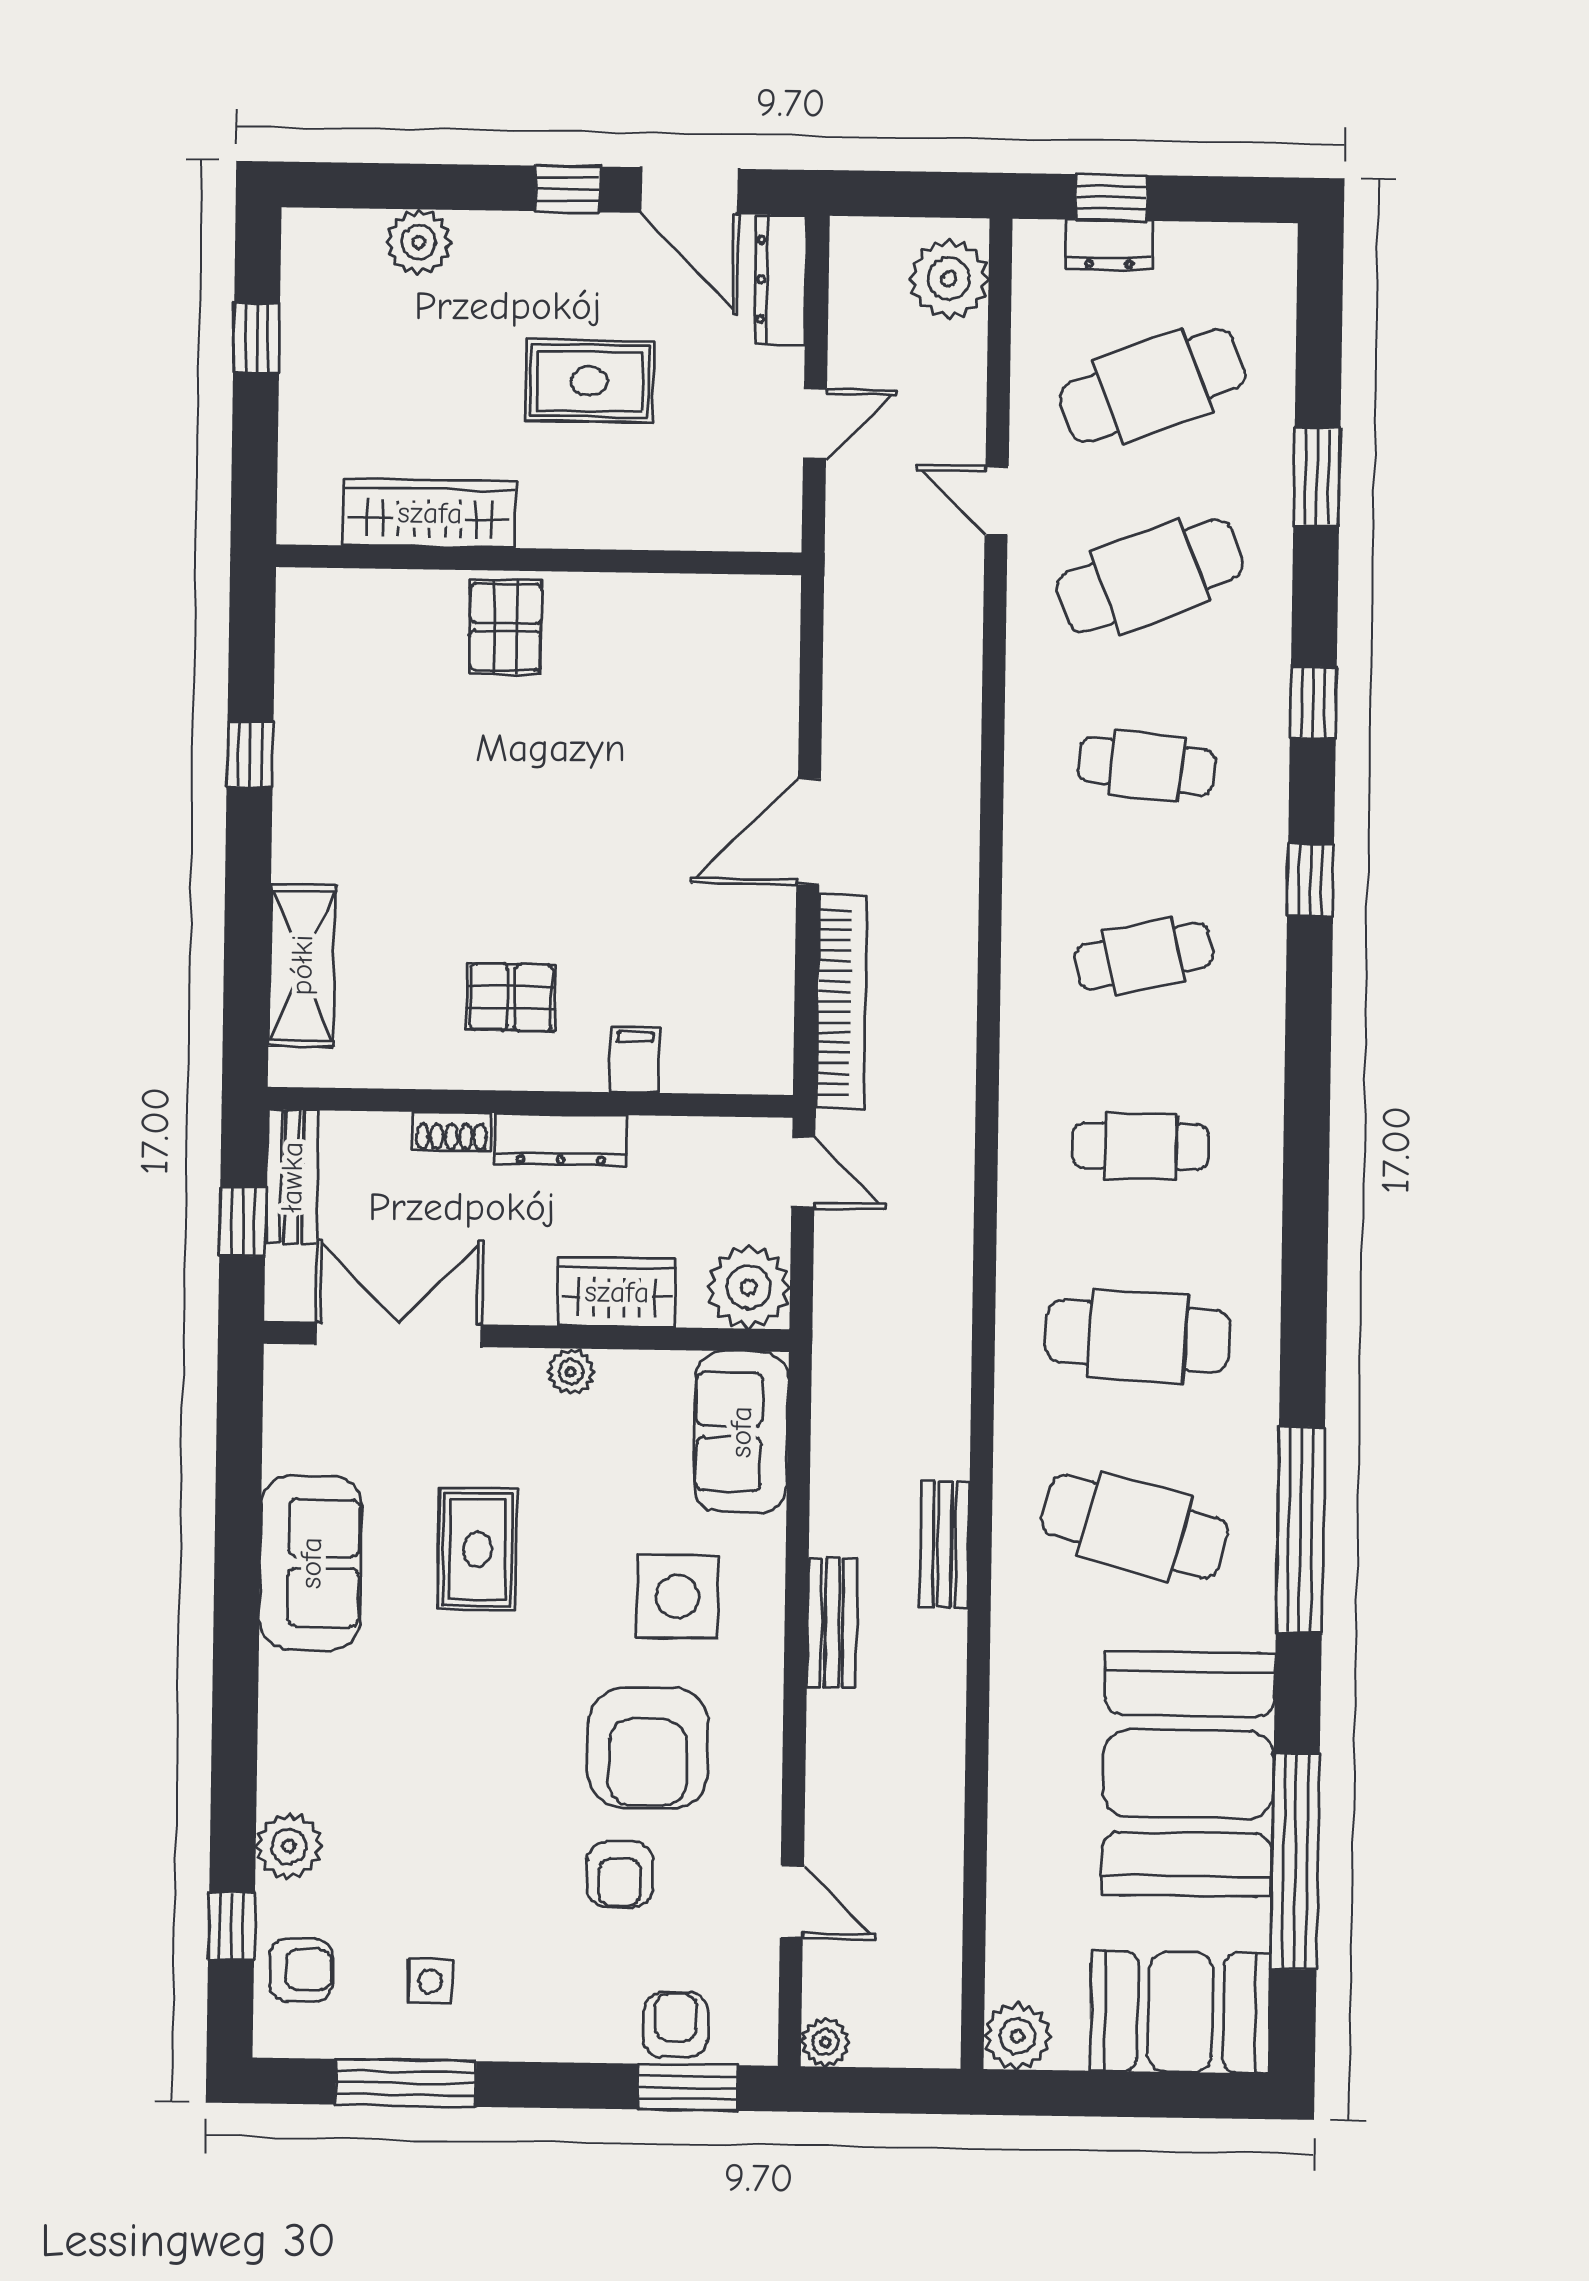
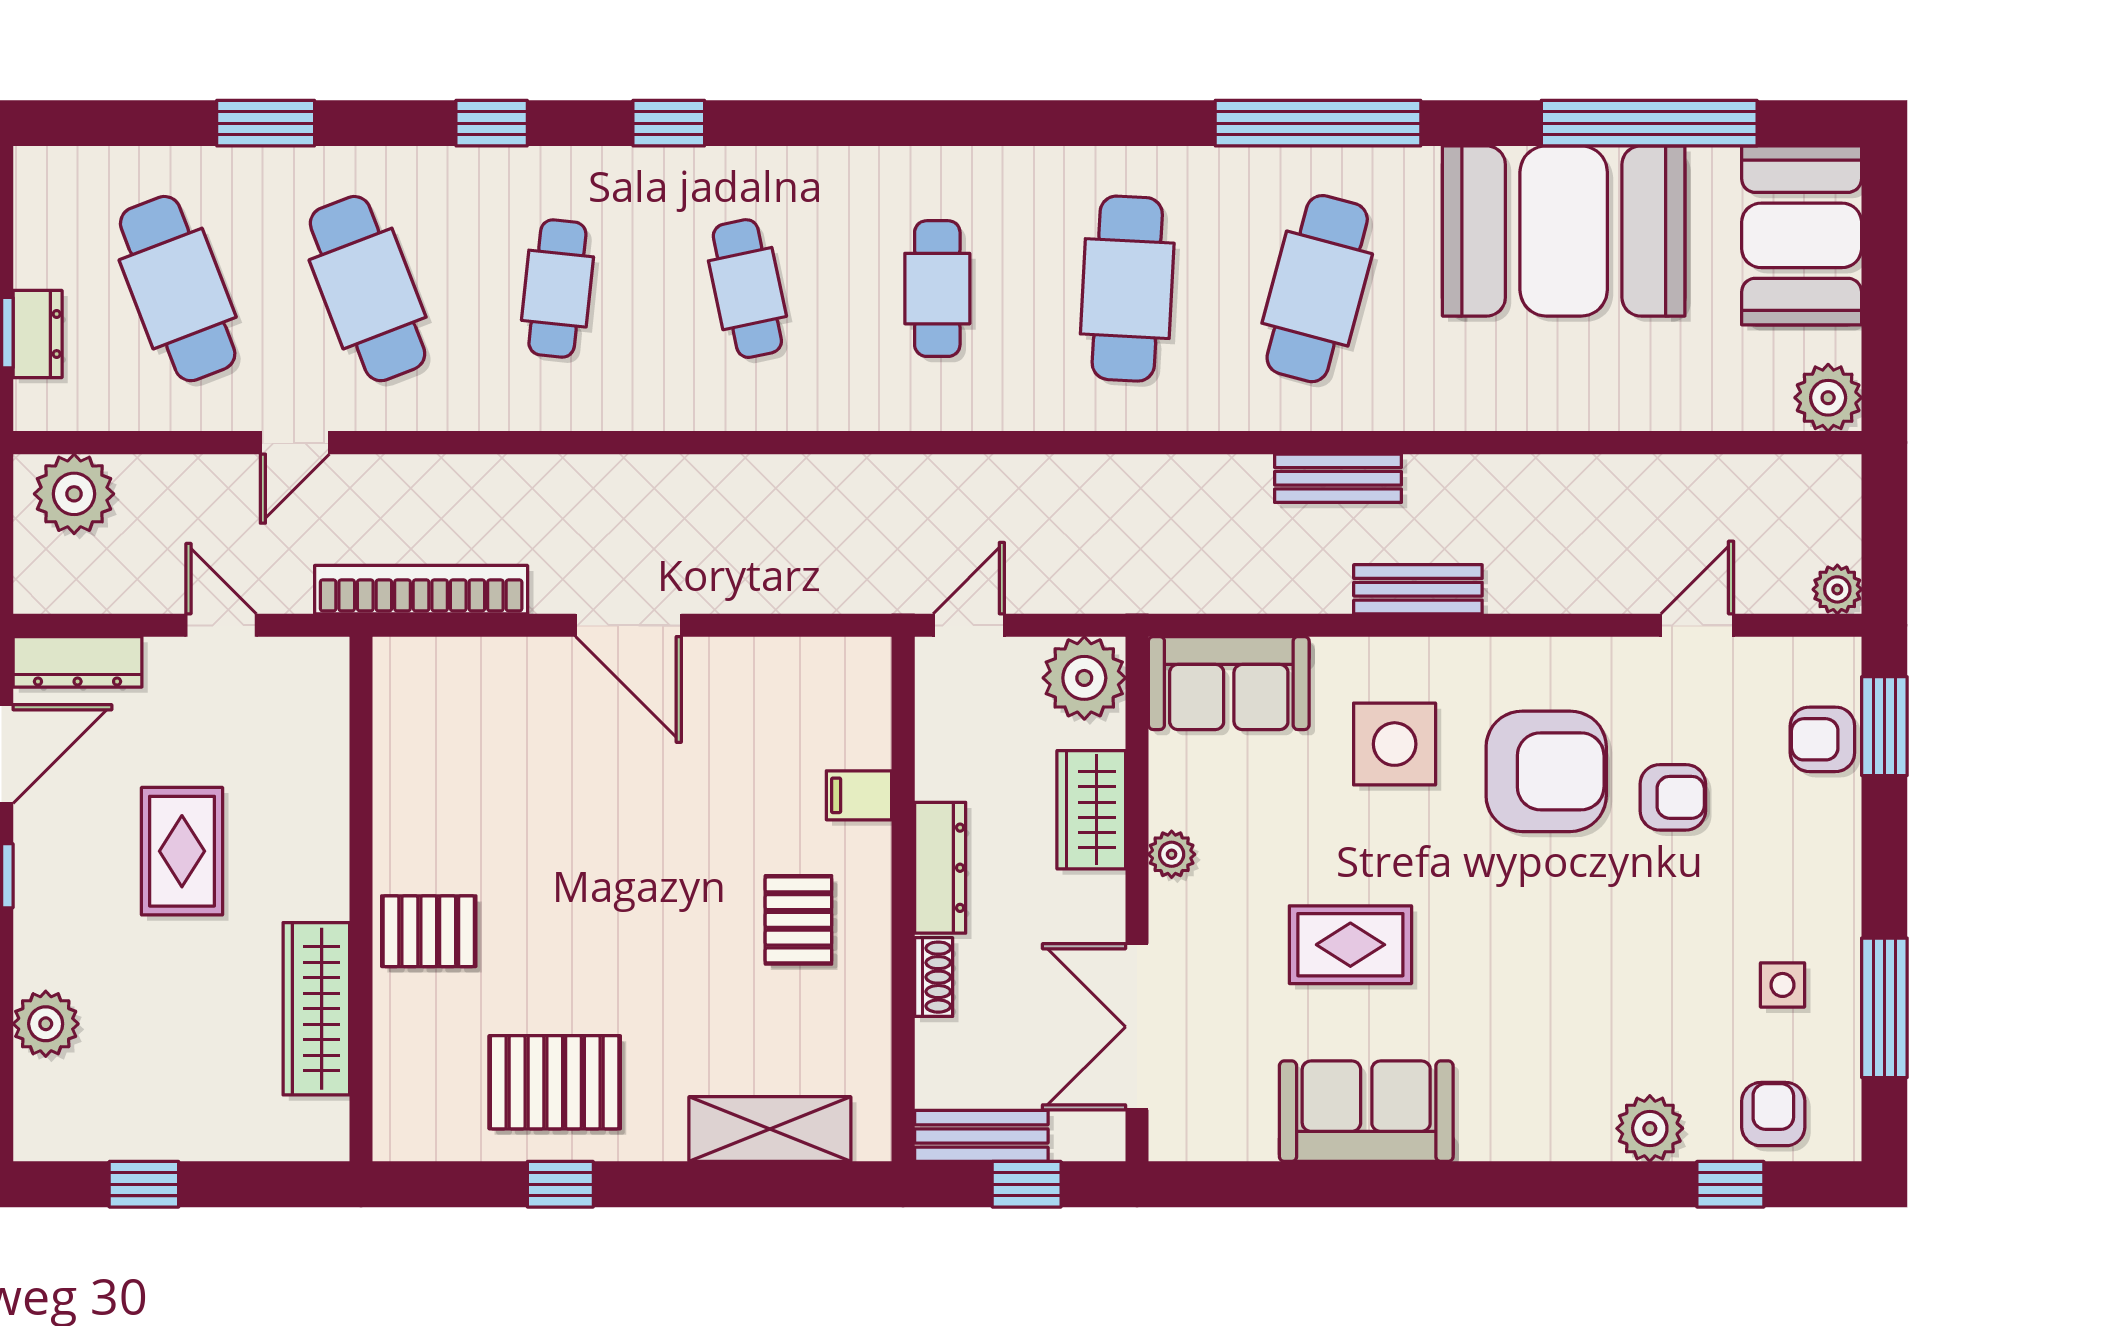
pallet: (352, 751) -> (555, 1082), added
bookcase: (842, 1002) -> (421, 590), moved

